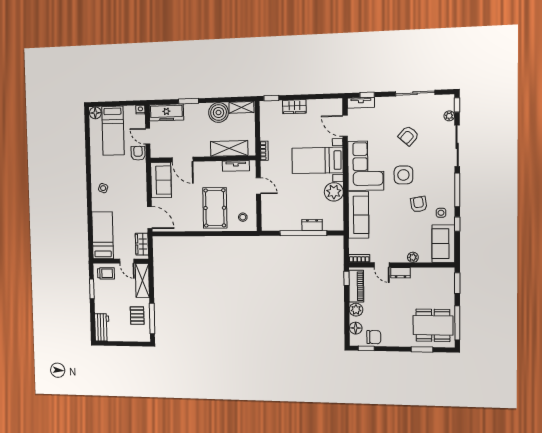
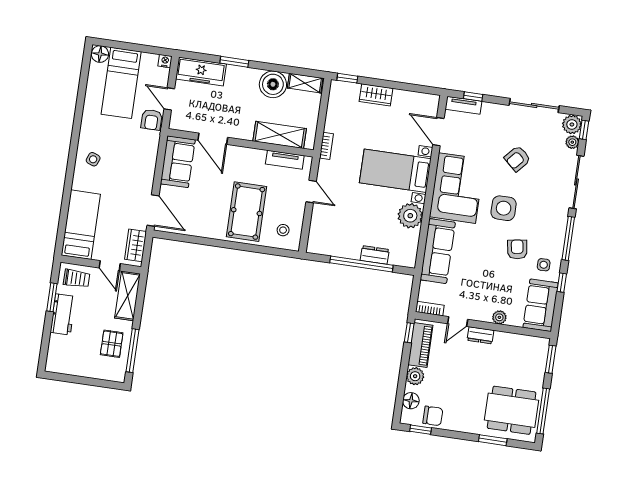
plant: (447, 102) -> (572, 125), added
armchair: (138, 153) -> (152, 120), turned 180
door: (382, 265) -> (458, 322), hinge flipped
workbench: (102, 327) -> (63, 314), moved

